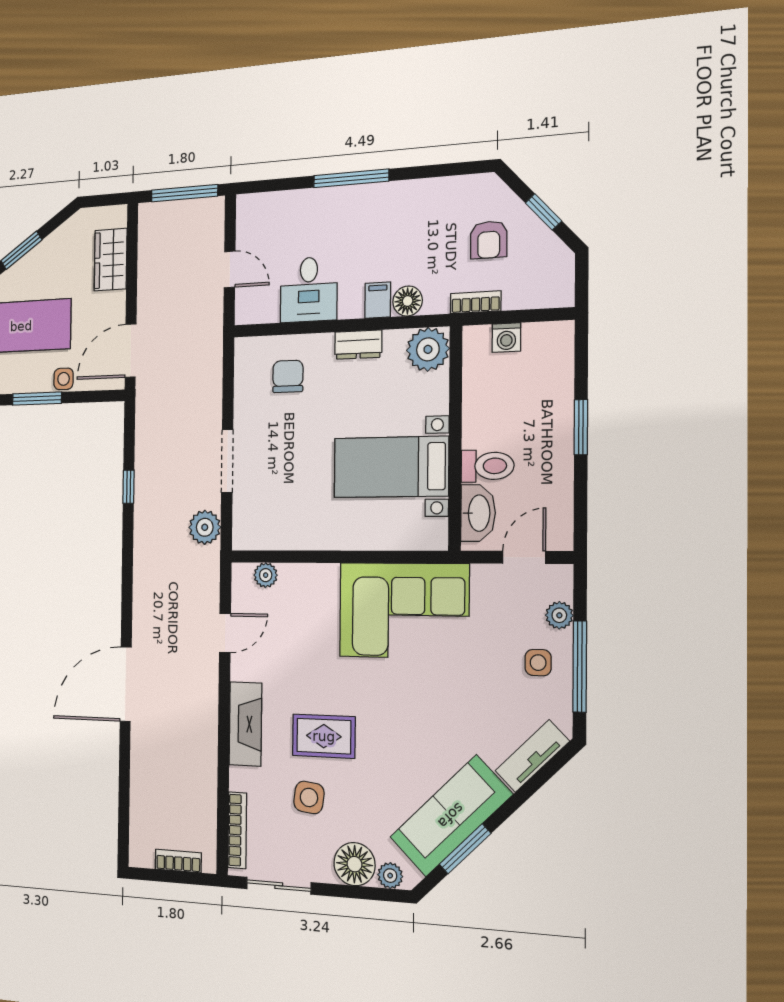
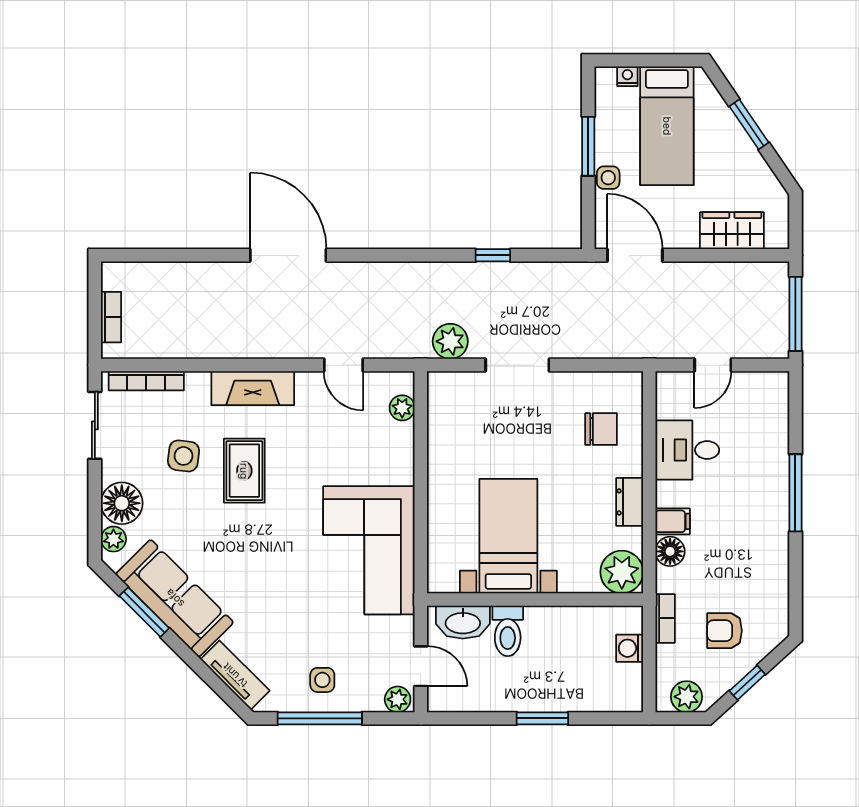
plant: (558, 275) -> (687, 697), added
plant: (559, 615) -> (398, 699), moved

